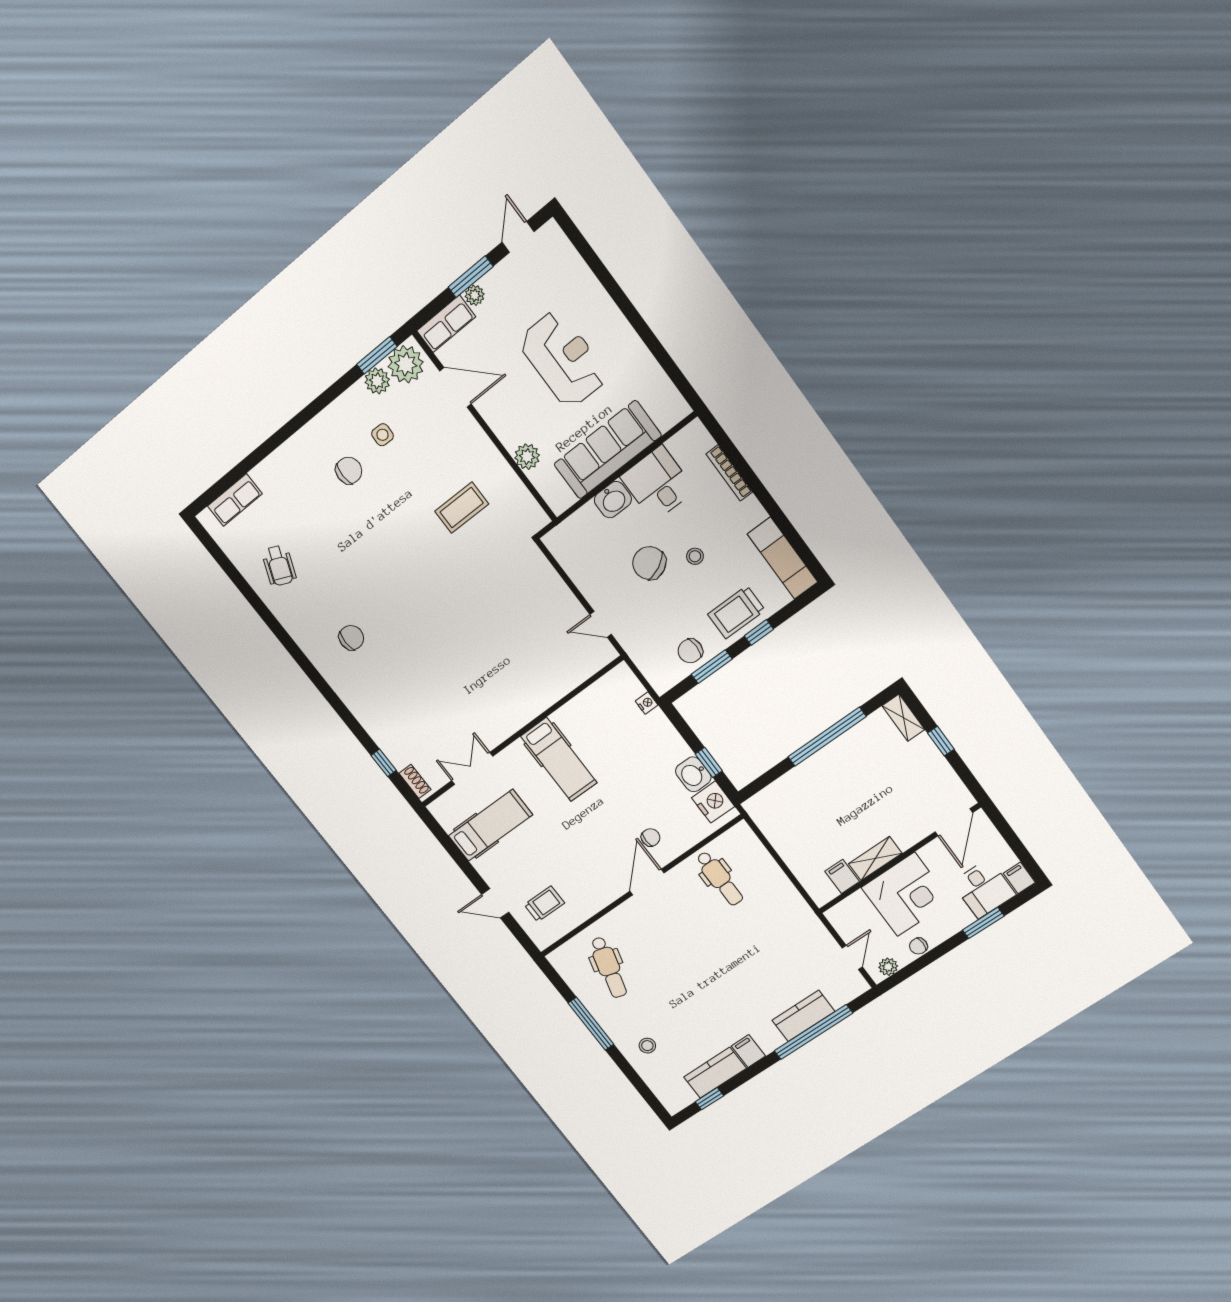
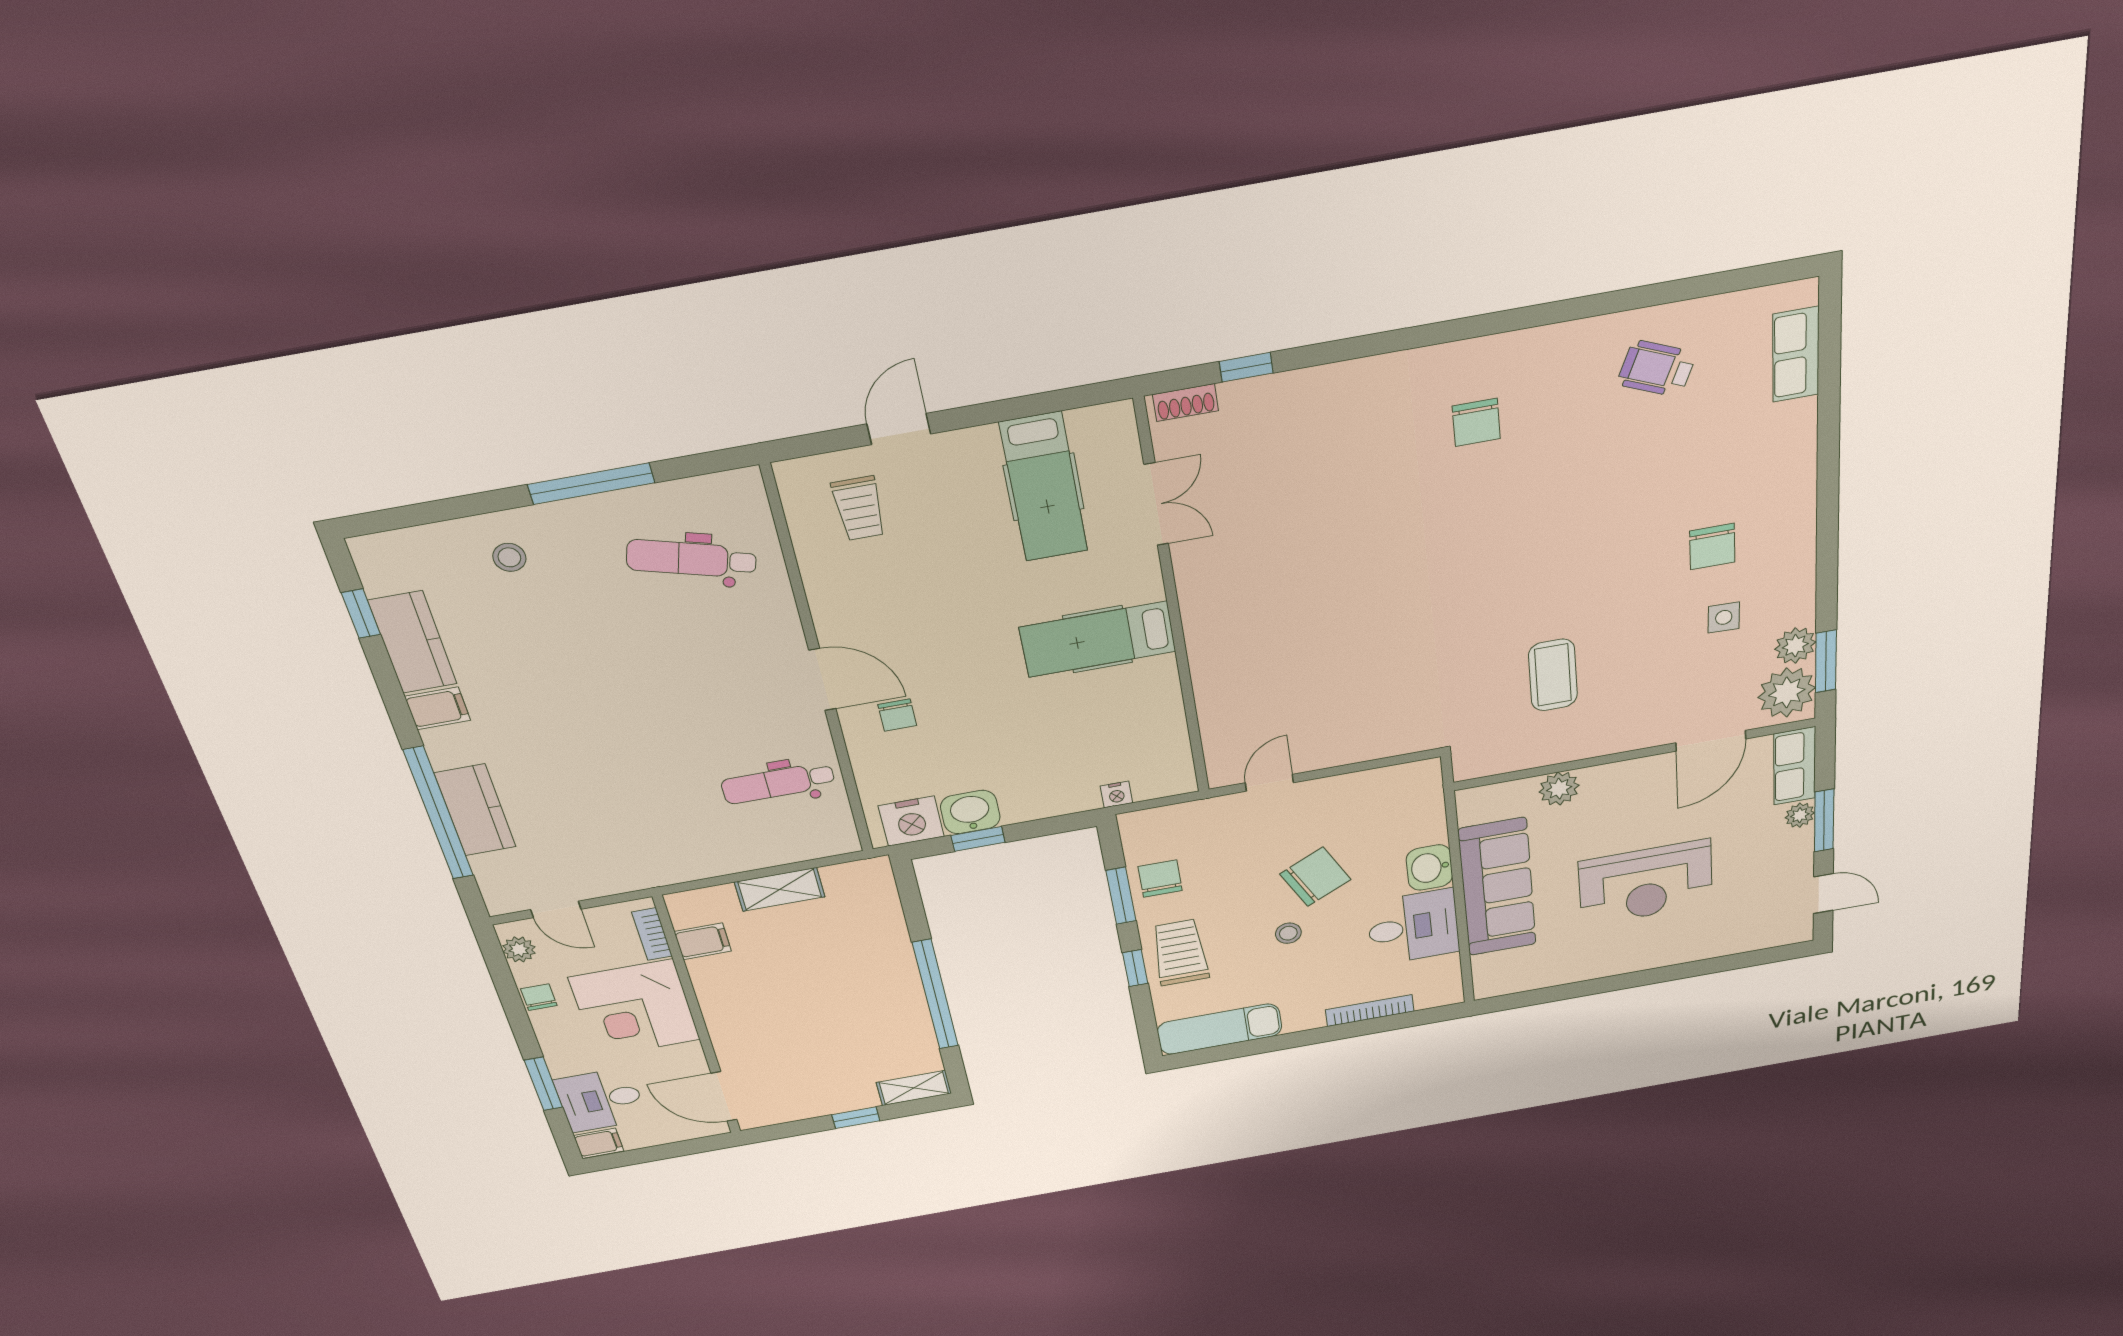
shelving: (875, 859) -> (780, 889), moved, turned 90
bookcase: (848, 904) -> (652, 934), added

